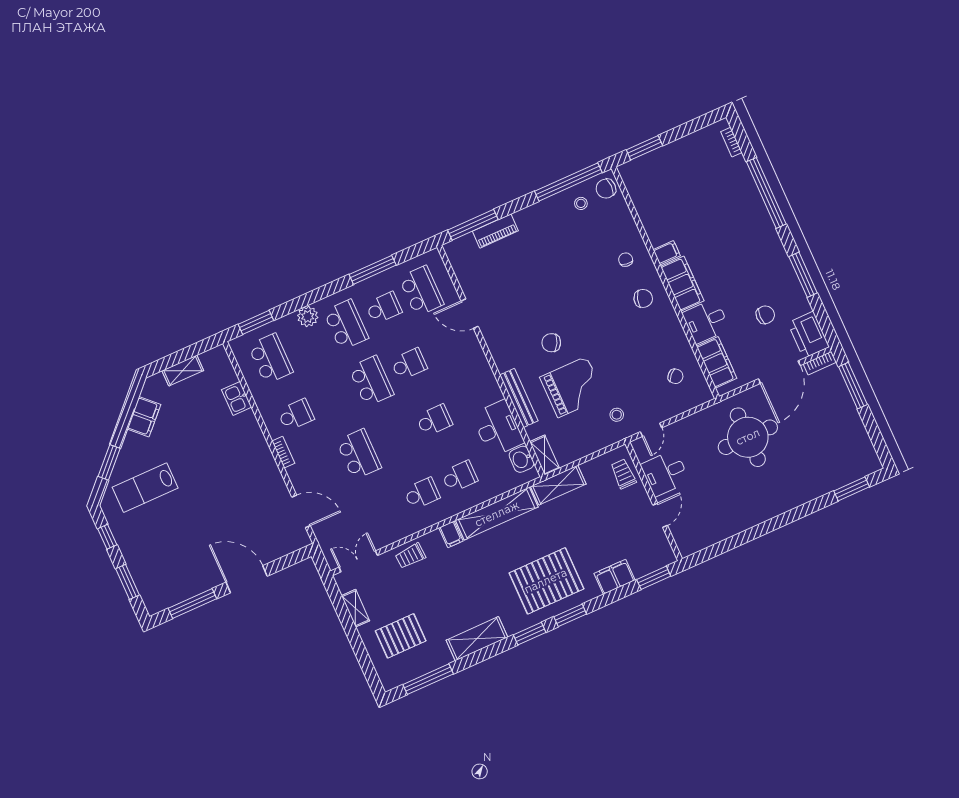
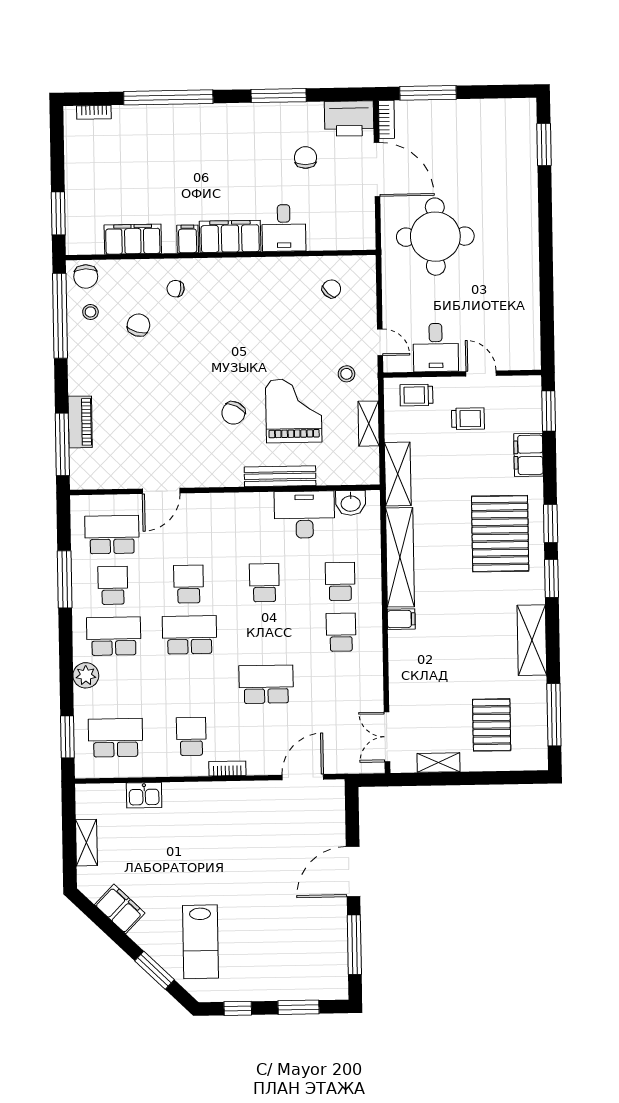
chair: (643, 298) -> (138, 325), moved
filing cabinet: (717, 362) -> (133, 239), moved
shelving: (545, 455) -> (369, 424), moved, turned 90
trolley: (410, 556) -> (468, 419), moved, turned -87

